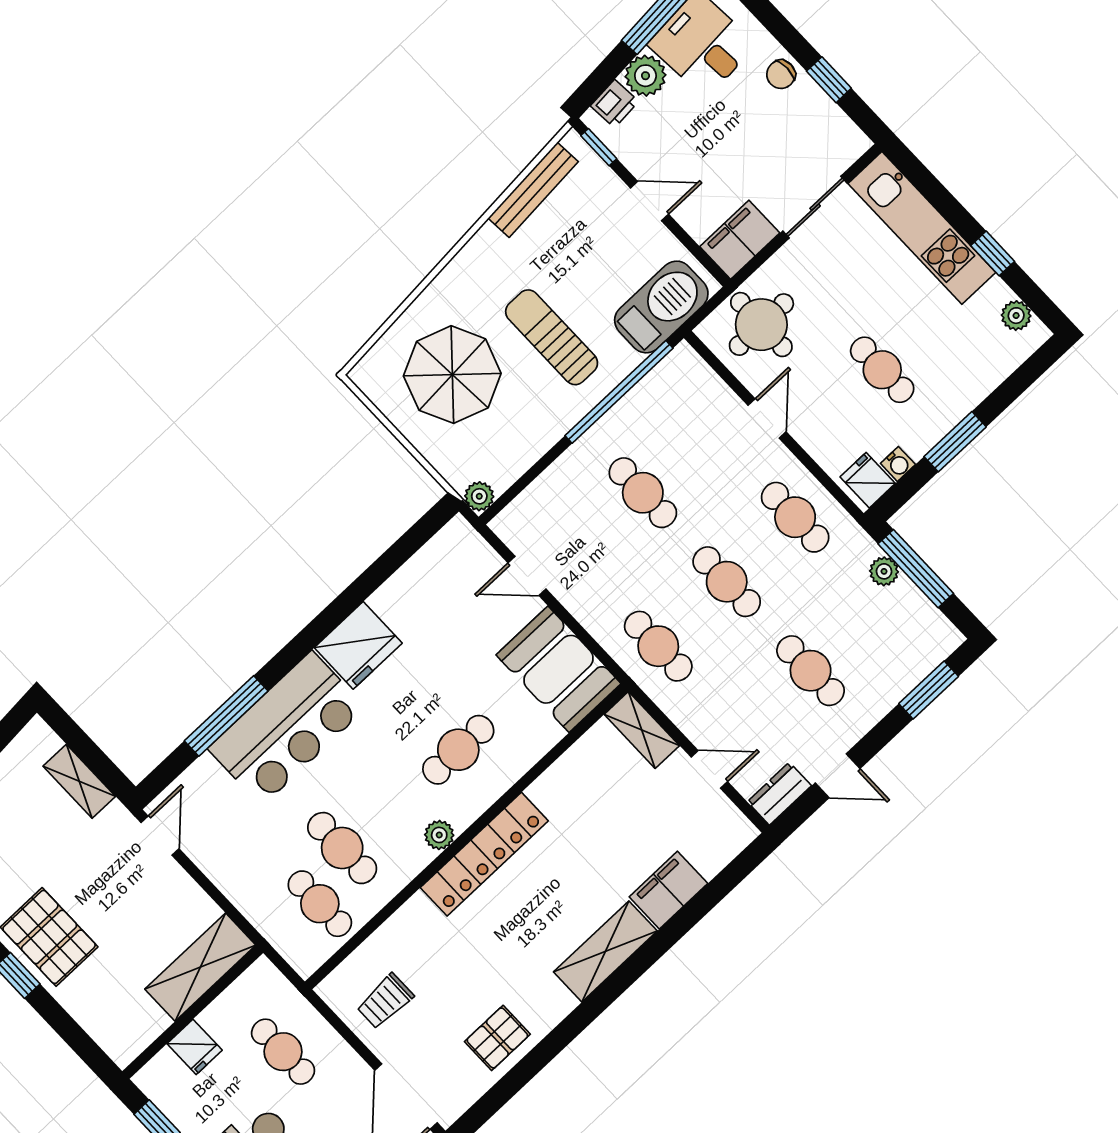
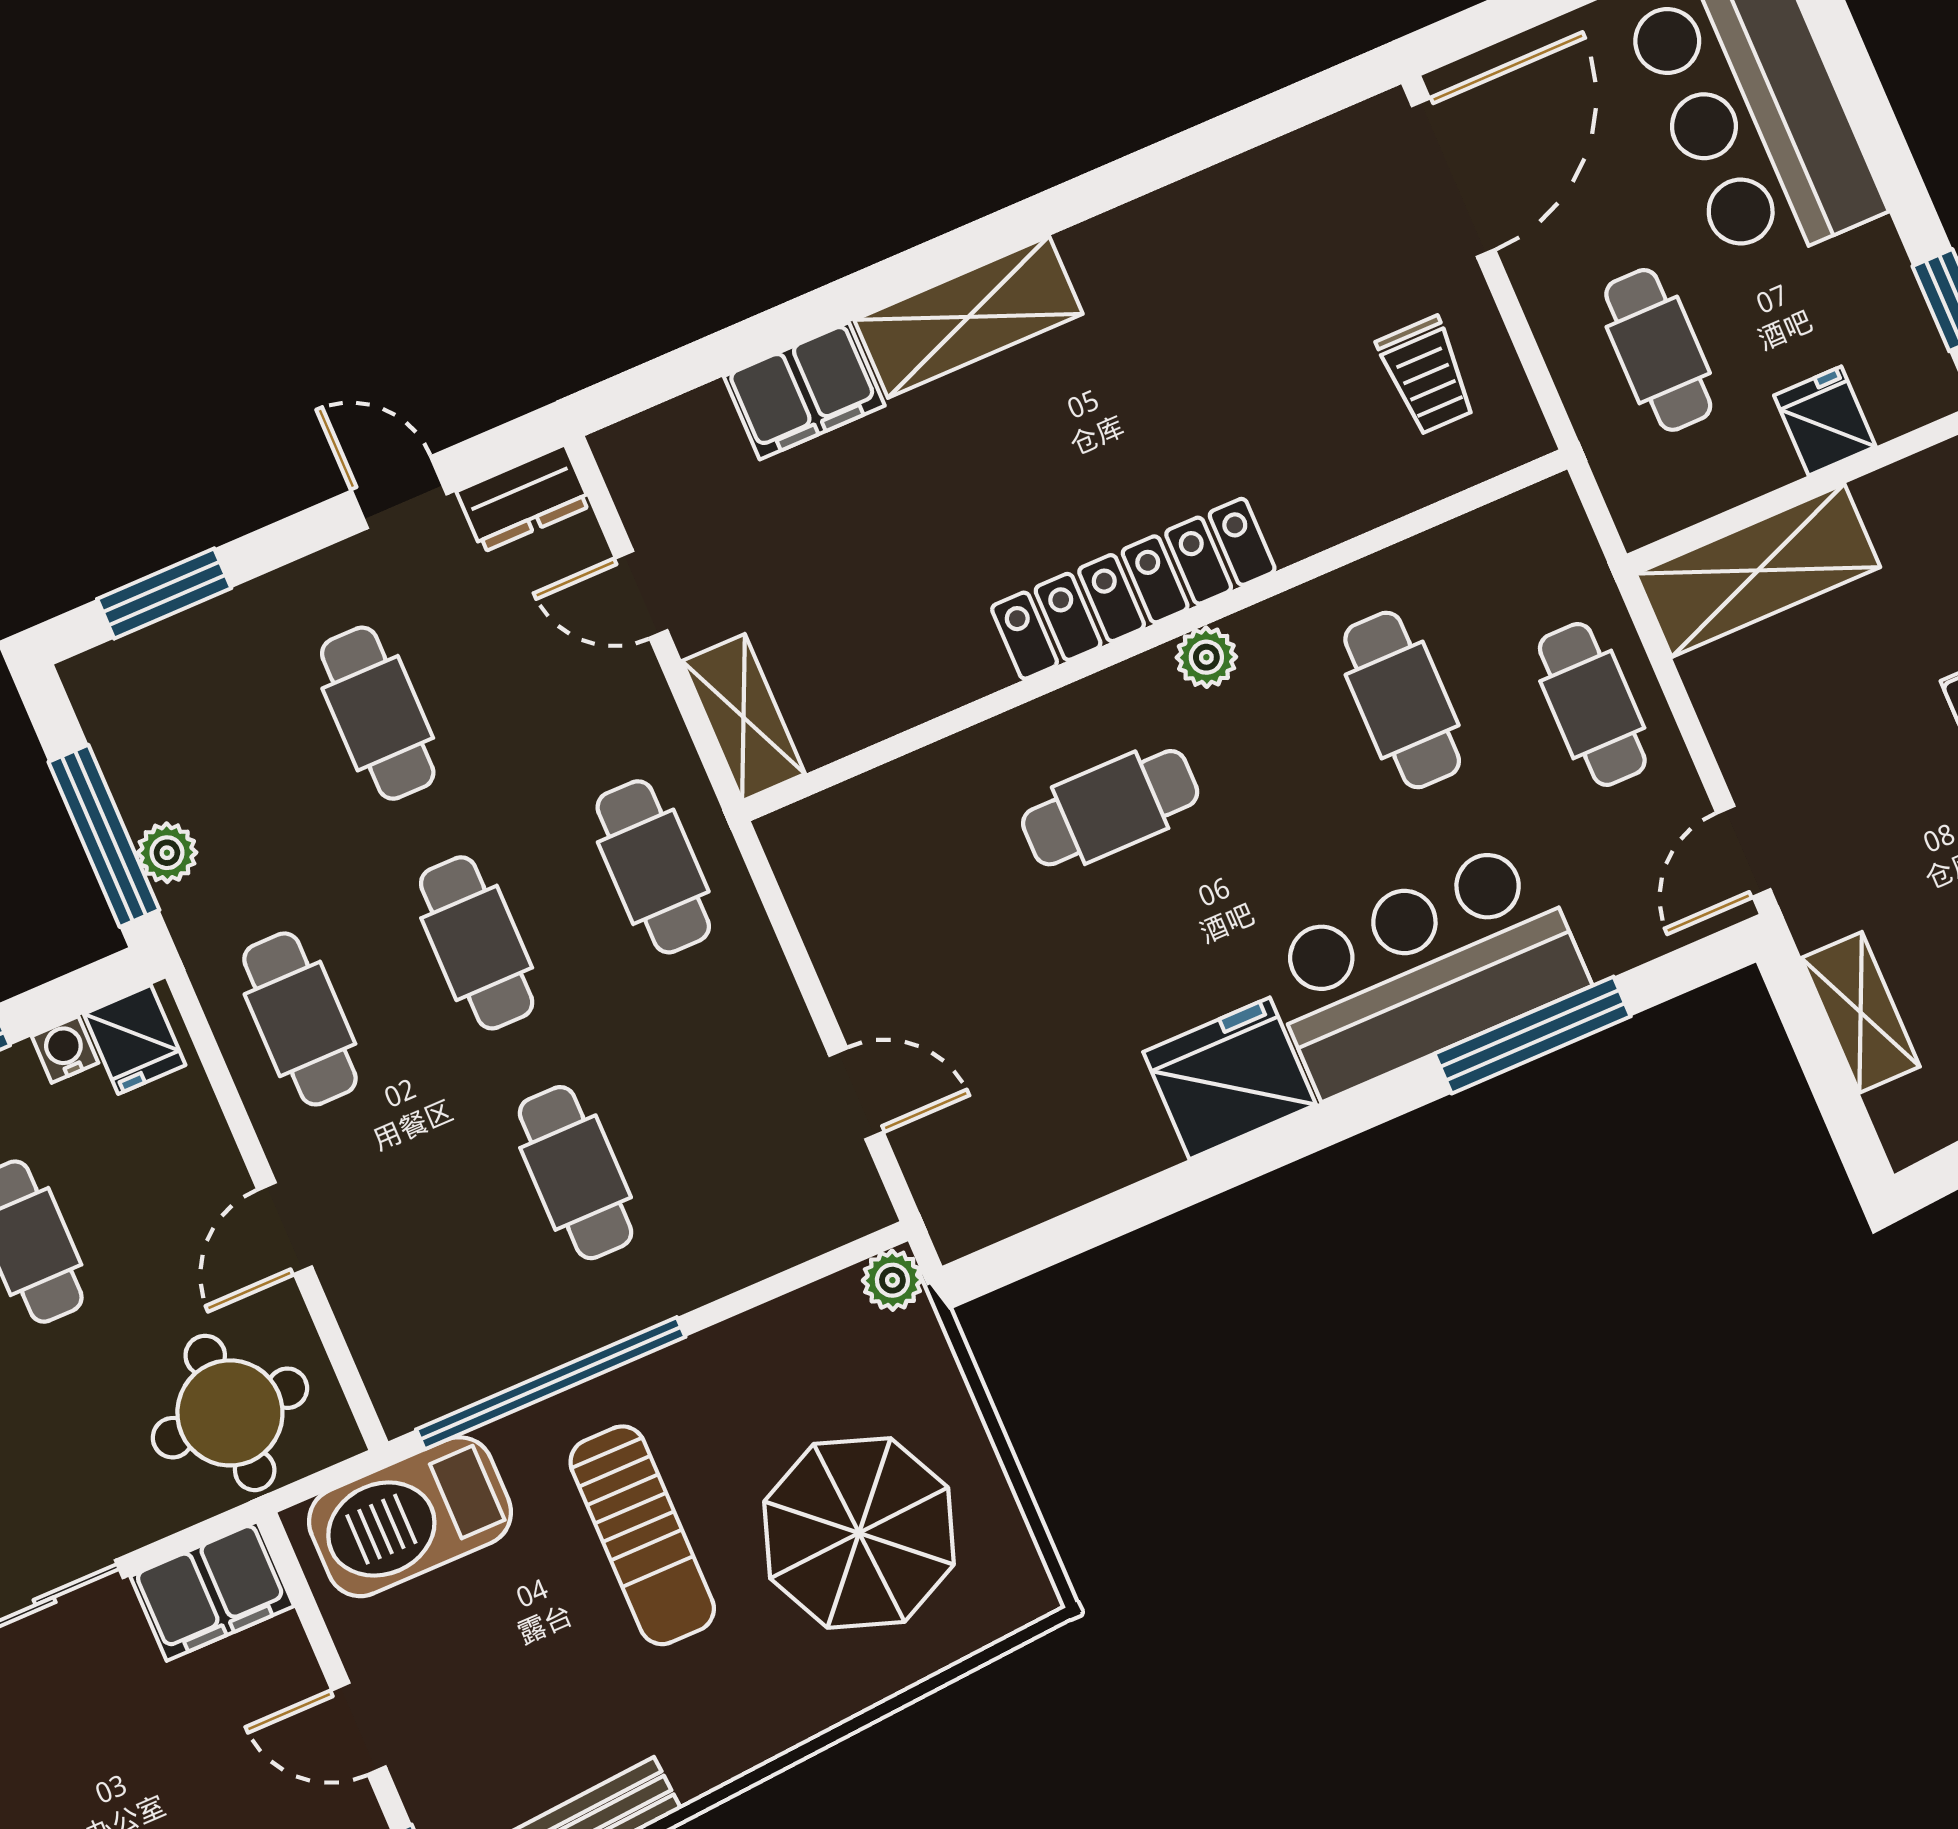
booth: (559, 669) -> (861, 892), removed
cafe table: (320, 904) -> (1592, 704), moved
trolley: (385, 1001) -> (1427, 376), turned 90
pallet: (497, 1038) -> (1237, 226), removed

